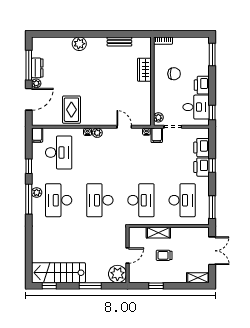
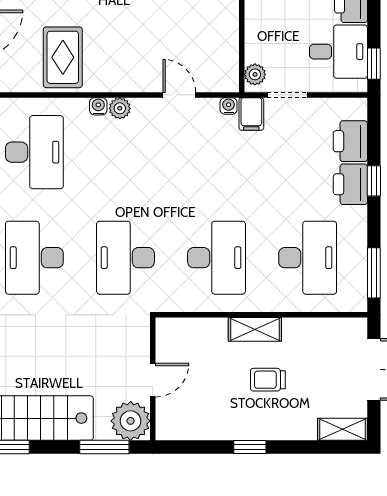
wall: (127, 255) -> (153, 379), moved
door: (127, 256) -> (153, 380), moved
plant: (117, 274) -> (131, 421), moved

